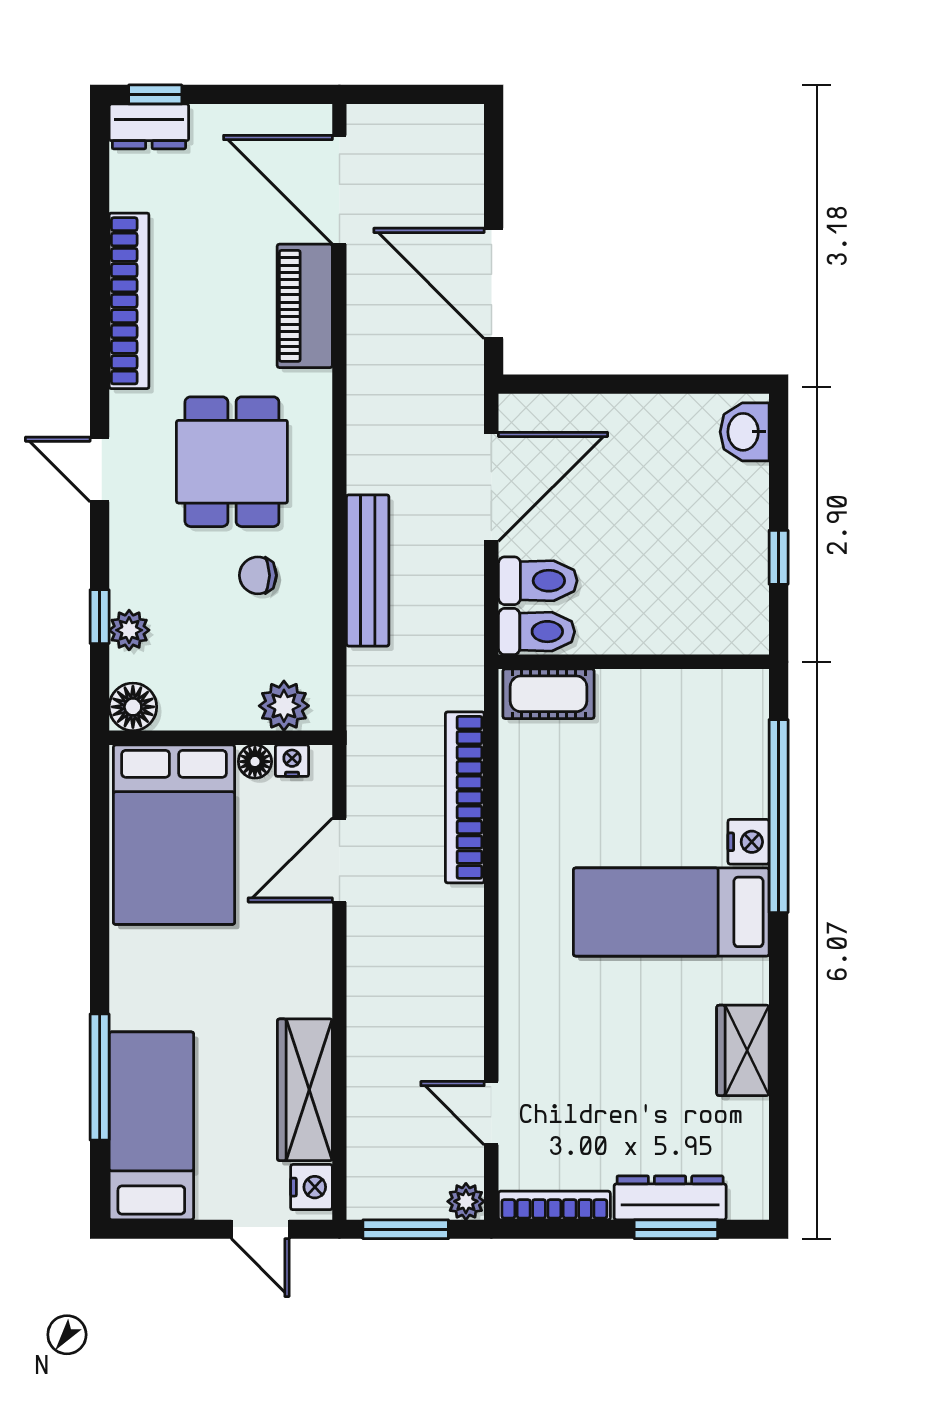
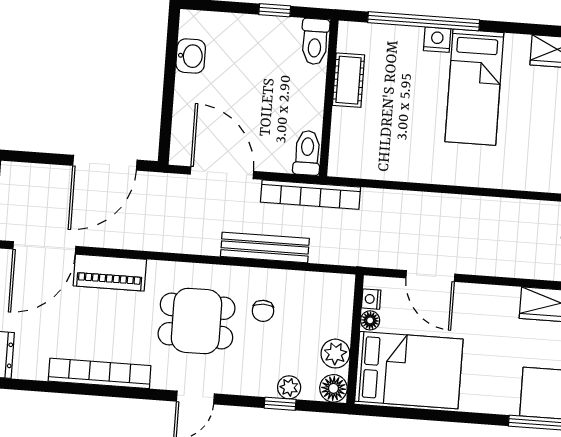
washbasin: (745, 432) -> (191, 56), moved, turned -90
toilet: (538, 581) -> (315, 42), moved, turned 180
cot: (549, 694) -> (349, 80), moved
plant: (284, 706) -> (335, 354), moved
bookcase: (465, 797) -> (311, 195), moved

